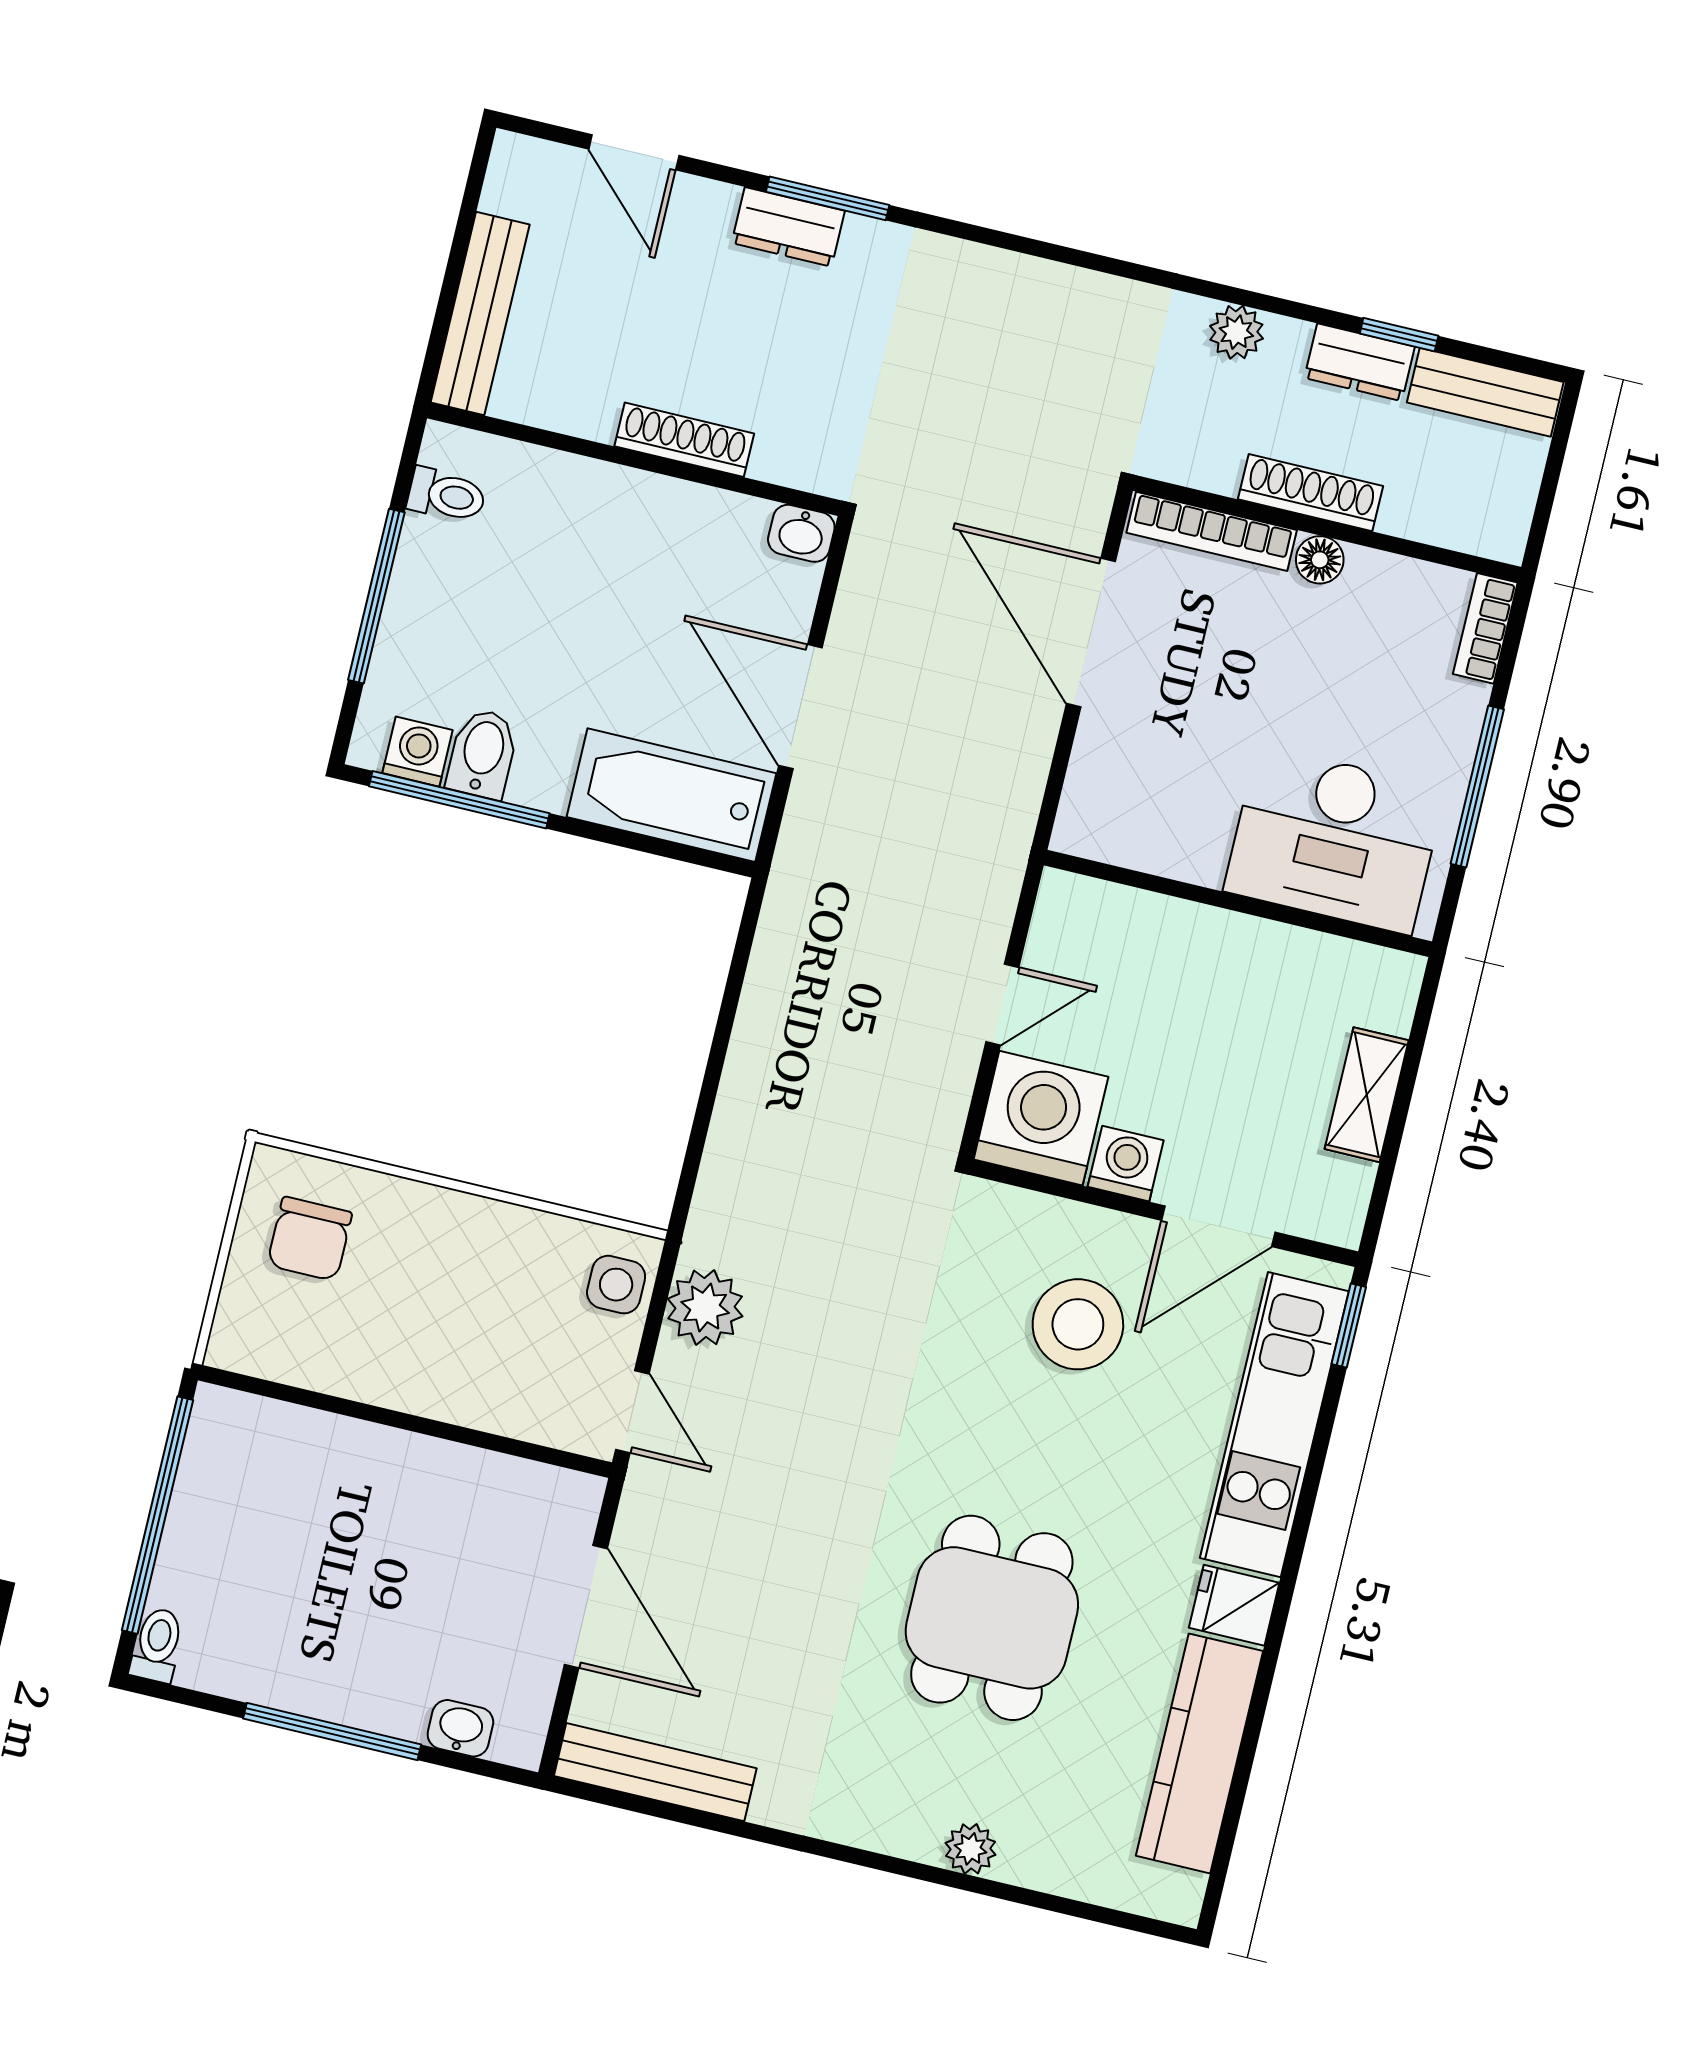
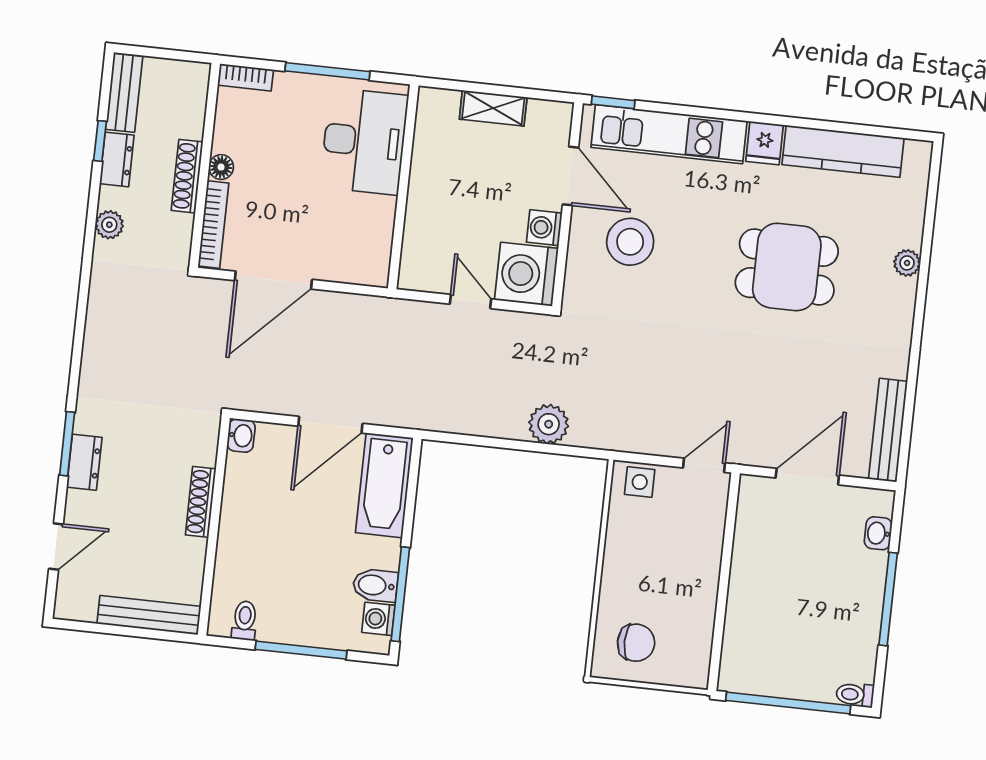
plant: (705, 1307) -> (549, 424), moved

